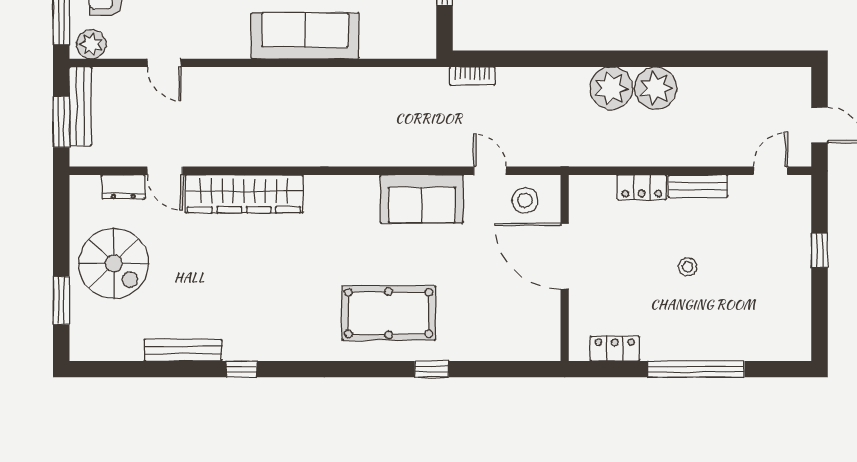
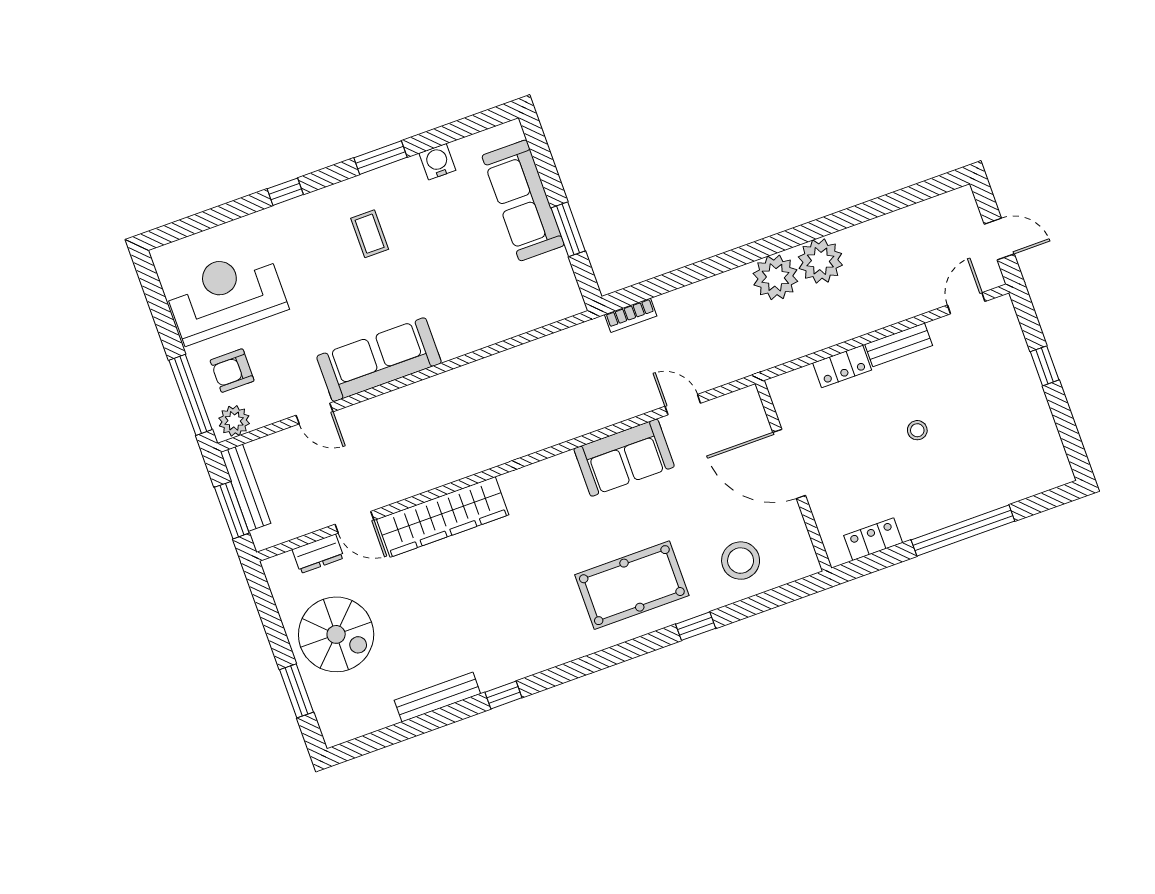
sofa: (305, 36) -> (379, 360), moved
stool: (525, 200) -> (741, 561), moved, width x1.38, depth x1.38

